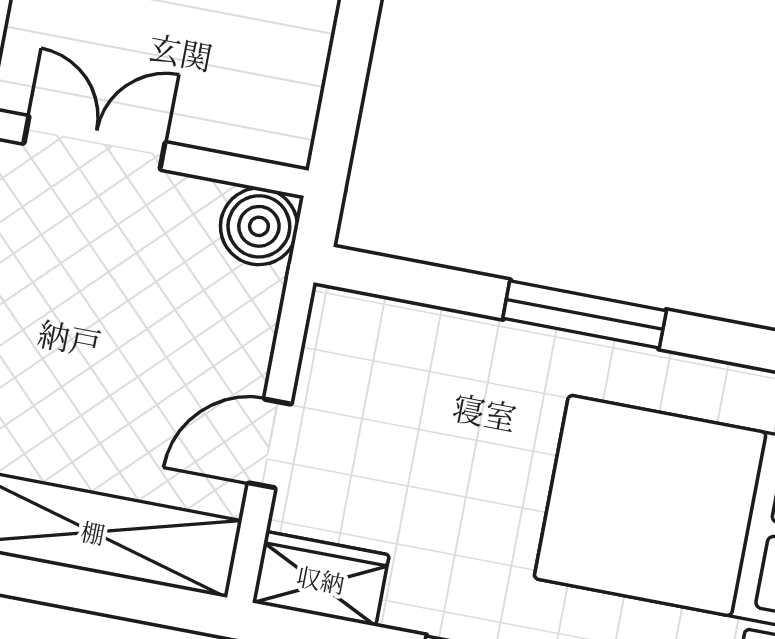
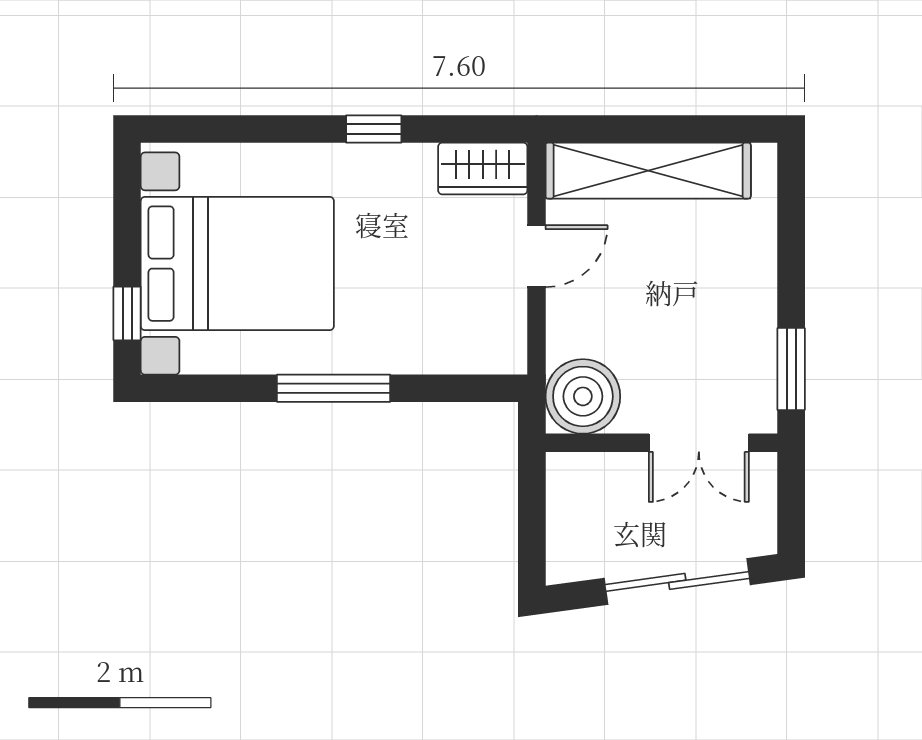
boiler: (259, 226) -> (583, 396), width x1.37, depth x1.37

